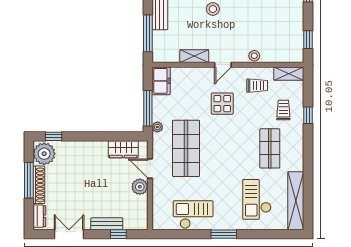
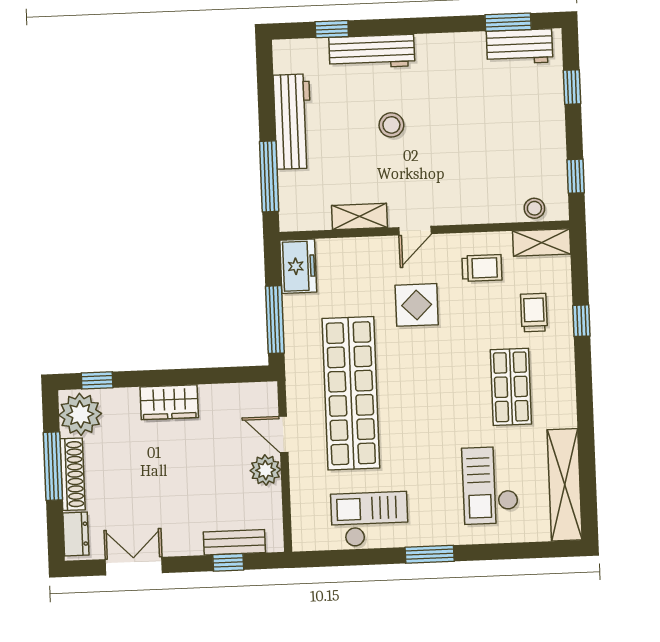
stool: (254, 56) -> (534, 208), moved
plant: (157, 127) -> (294, 355), removed
shop shelf: (186, 148) -> (351, 393), width x1.40
wardrobe: (123, 149) -> (169, 402), moved
bench: (107, 224) -> (234, 542), moved

